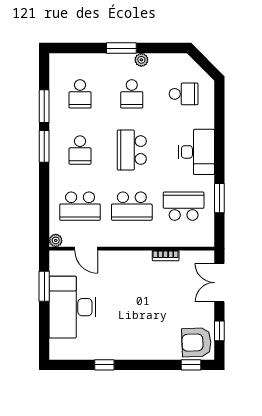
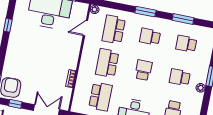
window: (44, 146) -> (145, 12), moved
school desk: (132, 150) -> (143, 70), width x0.54

